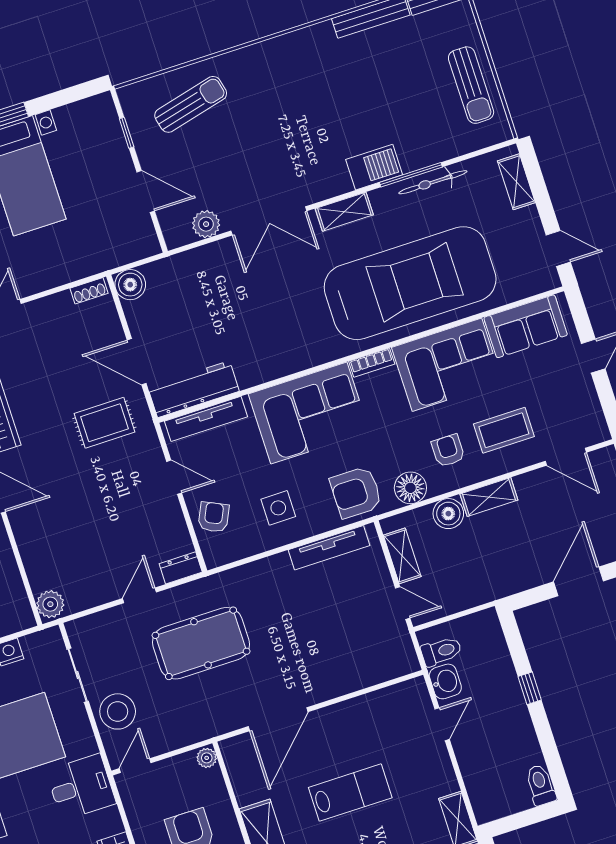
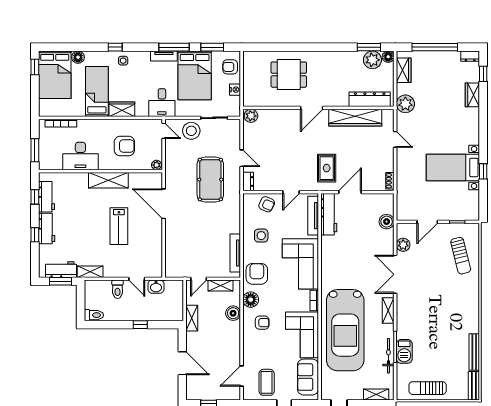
barbecue: (374, 167) -> (404, 351), moved
boiler: (130, 285) -> (387, 222), moved
coffee table: (504, 430) -> (267, 382), moved
shelving: (489, 497) -> (192, 318), moved
toilet: (441, 651) -> (118, 289), moved

